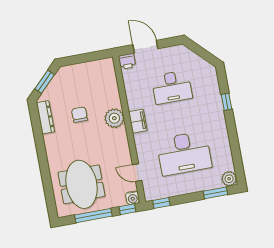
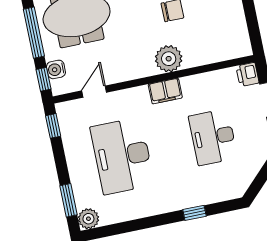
water cooler: (133, 198) -> (56, 69), moved

